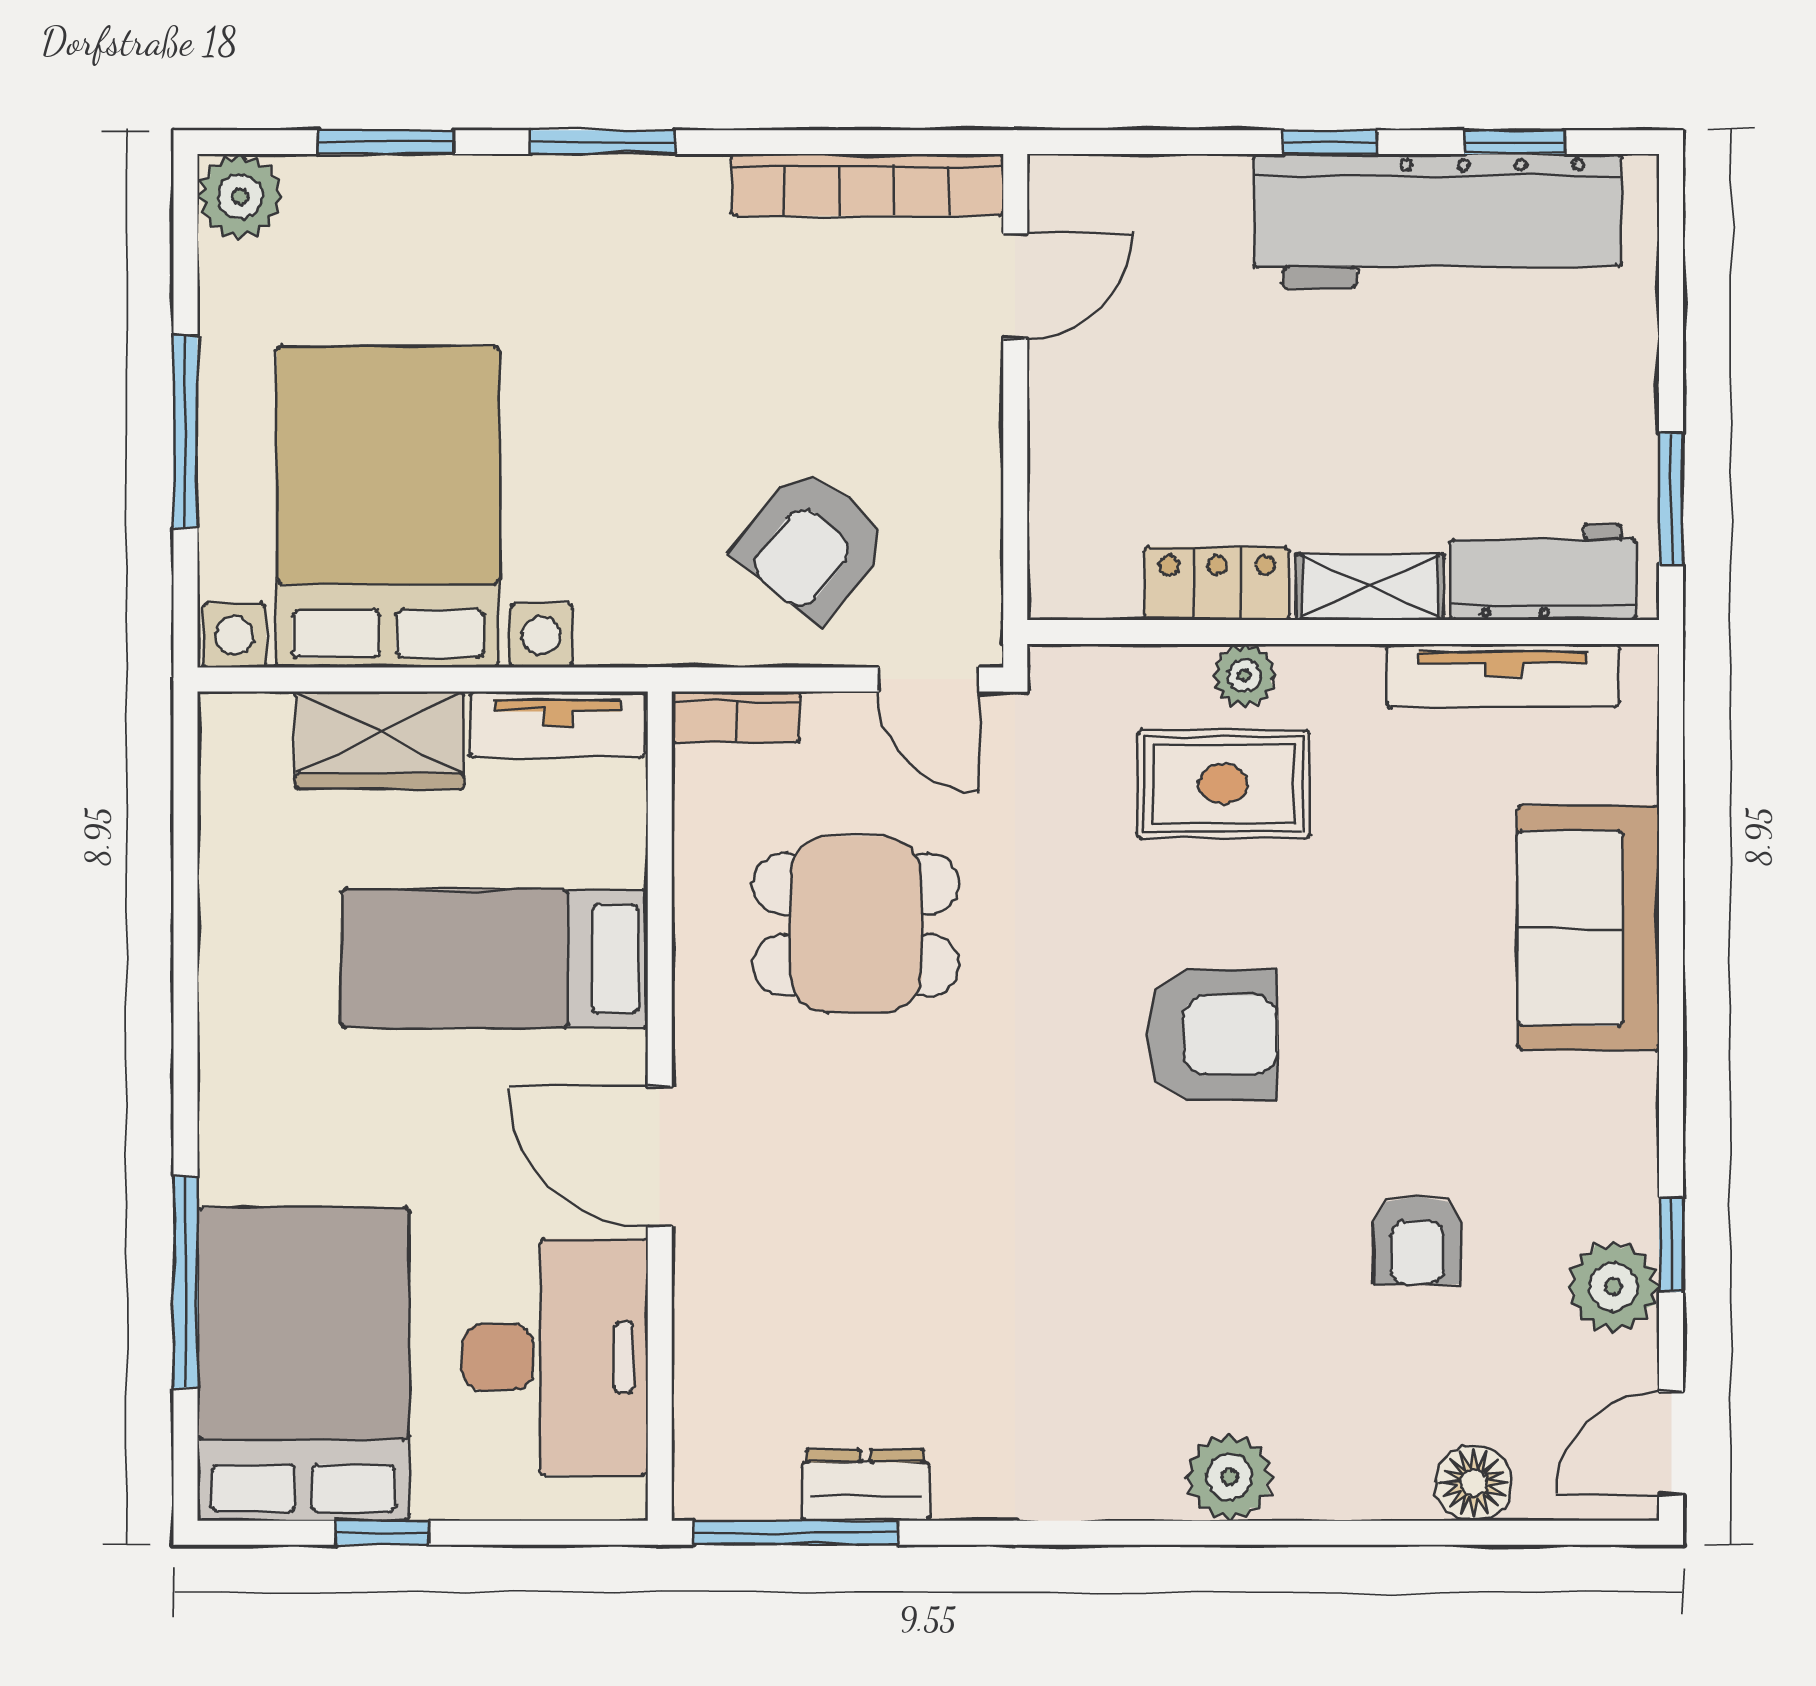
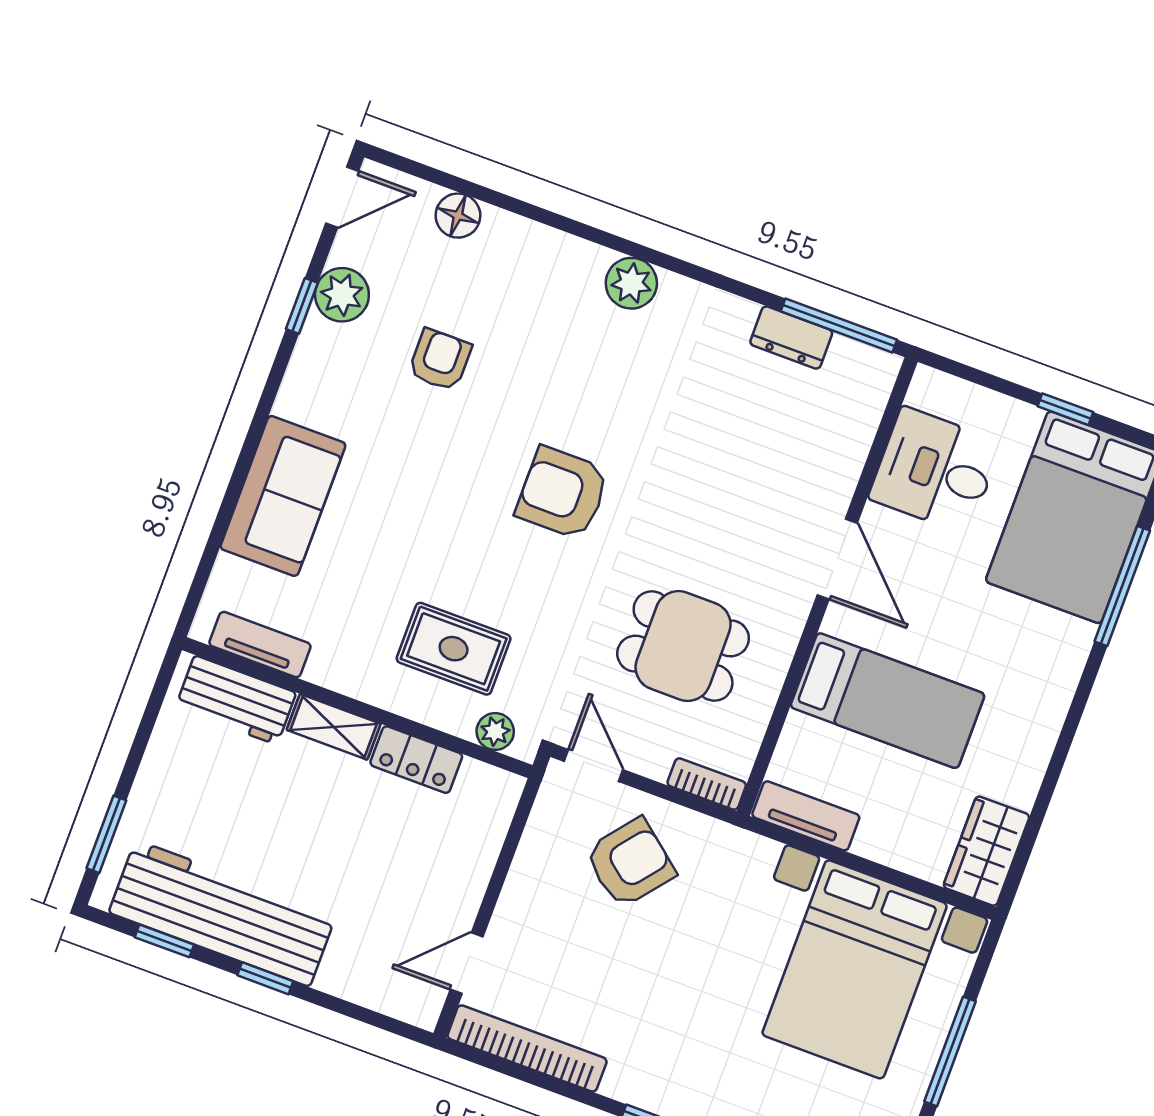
window: (1671, 499) -> (106, 834), moved
tv unit: (1503, 675) -> (260, 645), width x0.71
plant: (1244, 676) -> (495, 731), moved
wardrobe: (380, 740) -> (986, 851), moved, turned -90
armchair: (1212, 1035) -> (562, 493), moved
desk: (555, 1357) -> (935, 470), width x0.73
plant: (1229, 1477) -> (631, 283), moved

